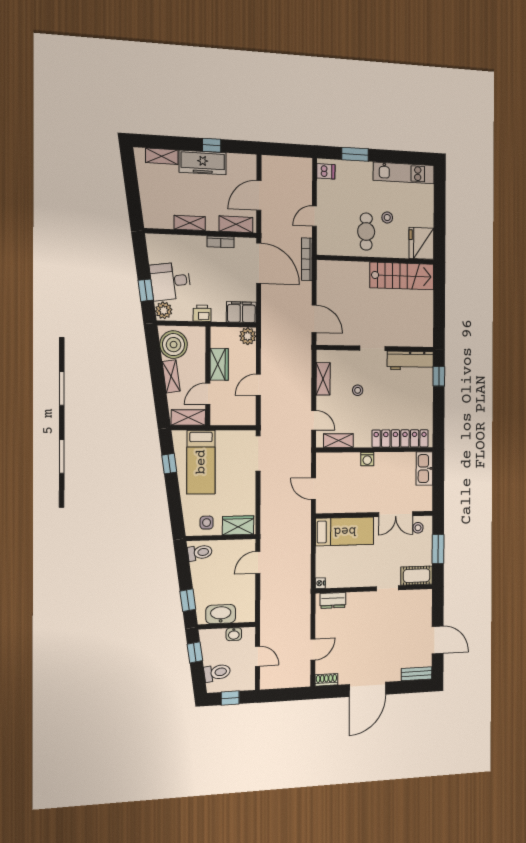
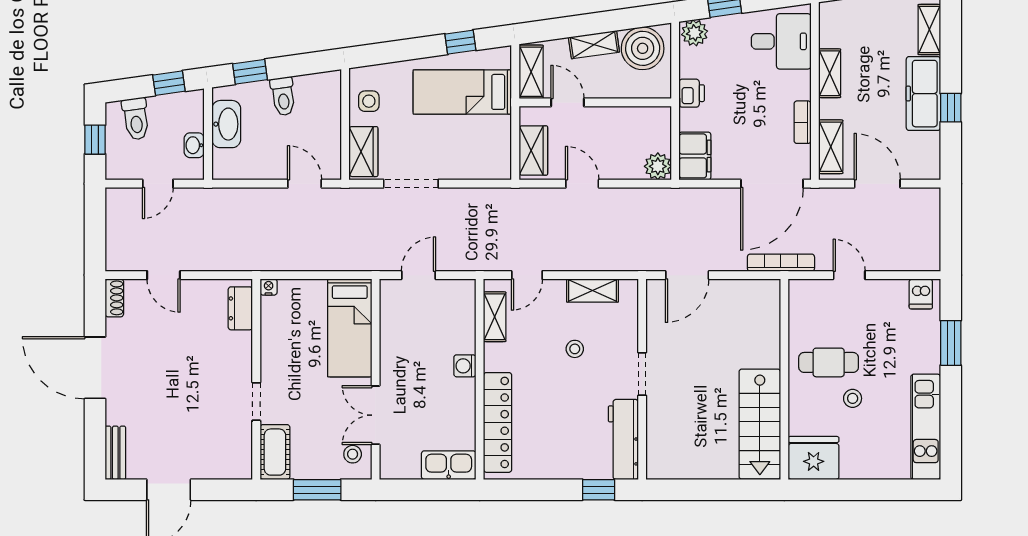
desk: (170, 281) -> (781, 41), moved, turned 98
wardrobe: (219, 364) -> (533, 150), moved, turned -90
doorway: (258, 453) -> (411, 184), moved
toilet: (200, 553) -> (283, 96), moved

